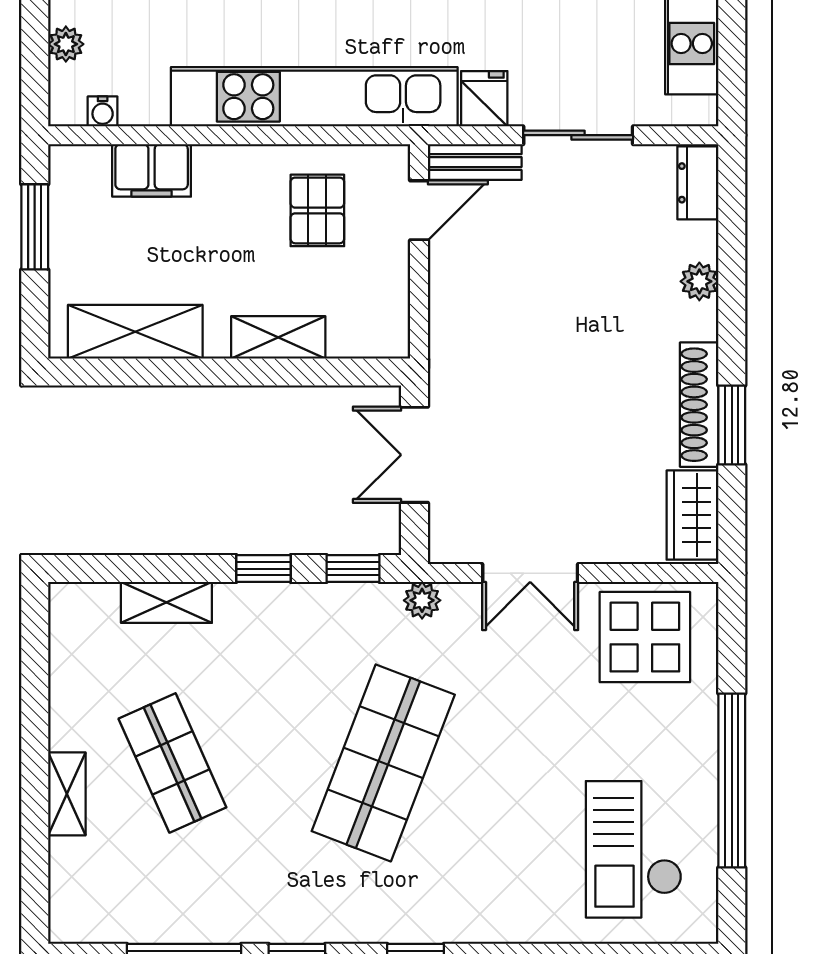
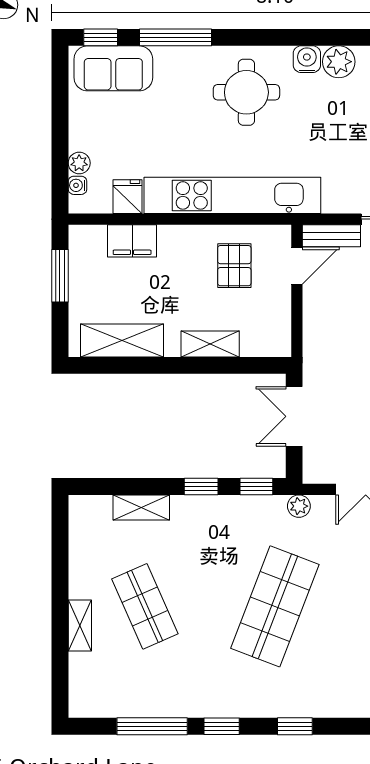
fridge: (484, 99) -> (128, 197), moved
water cooler: (103, 111) -> (77, 185), moved, turned 90

